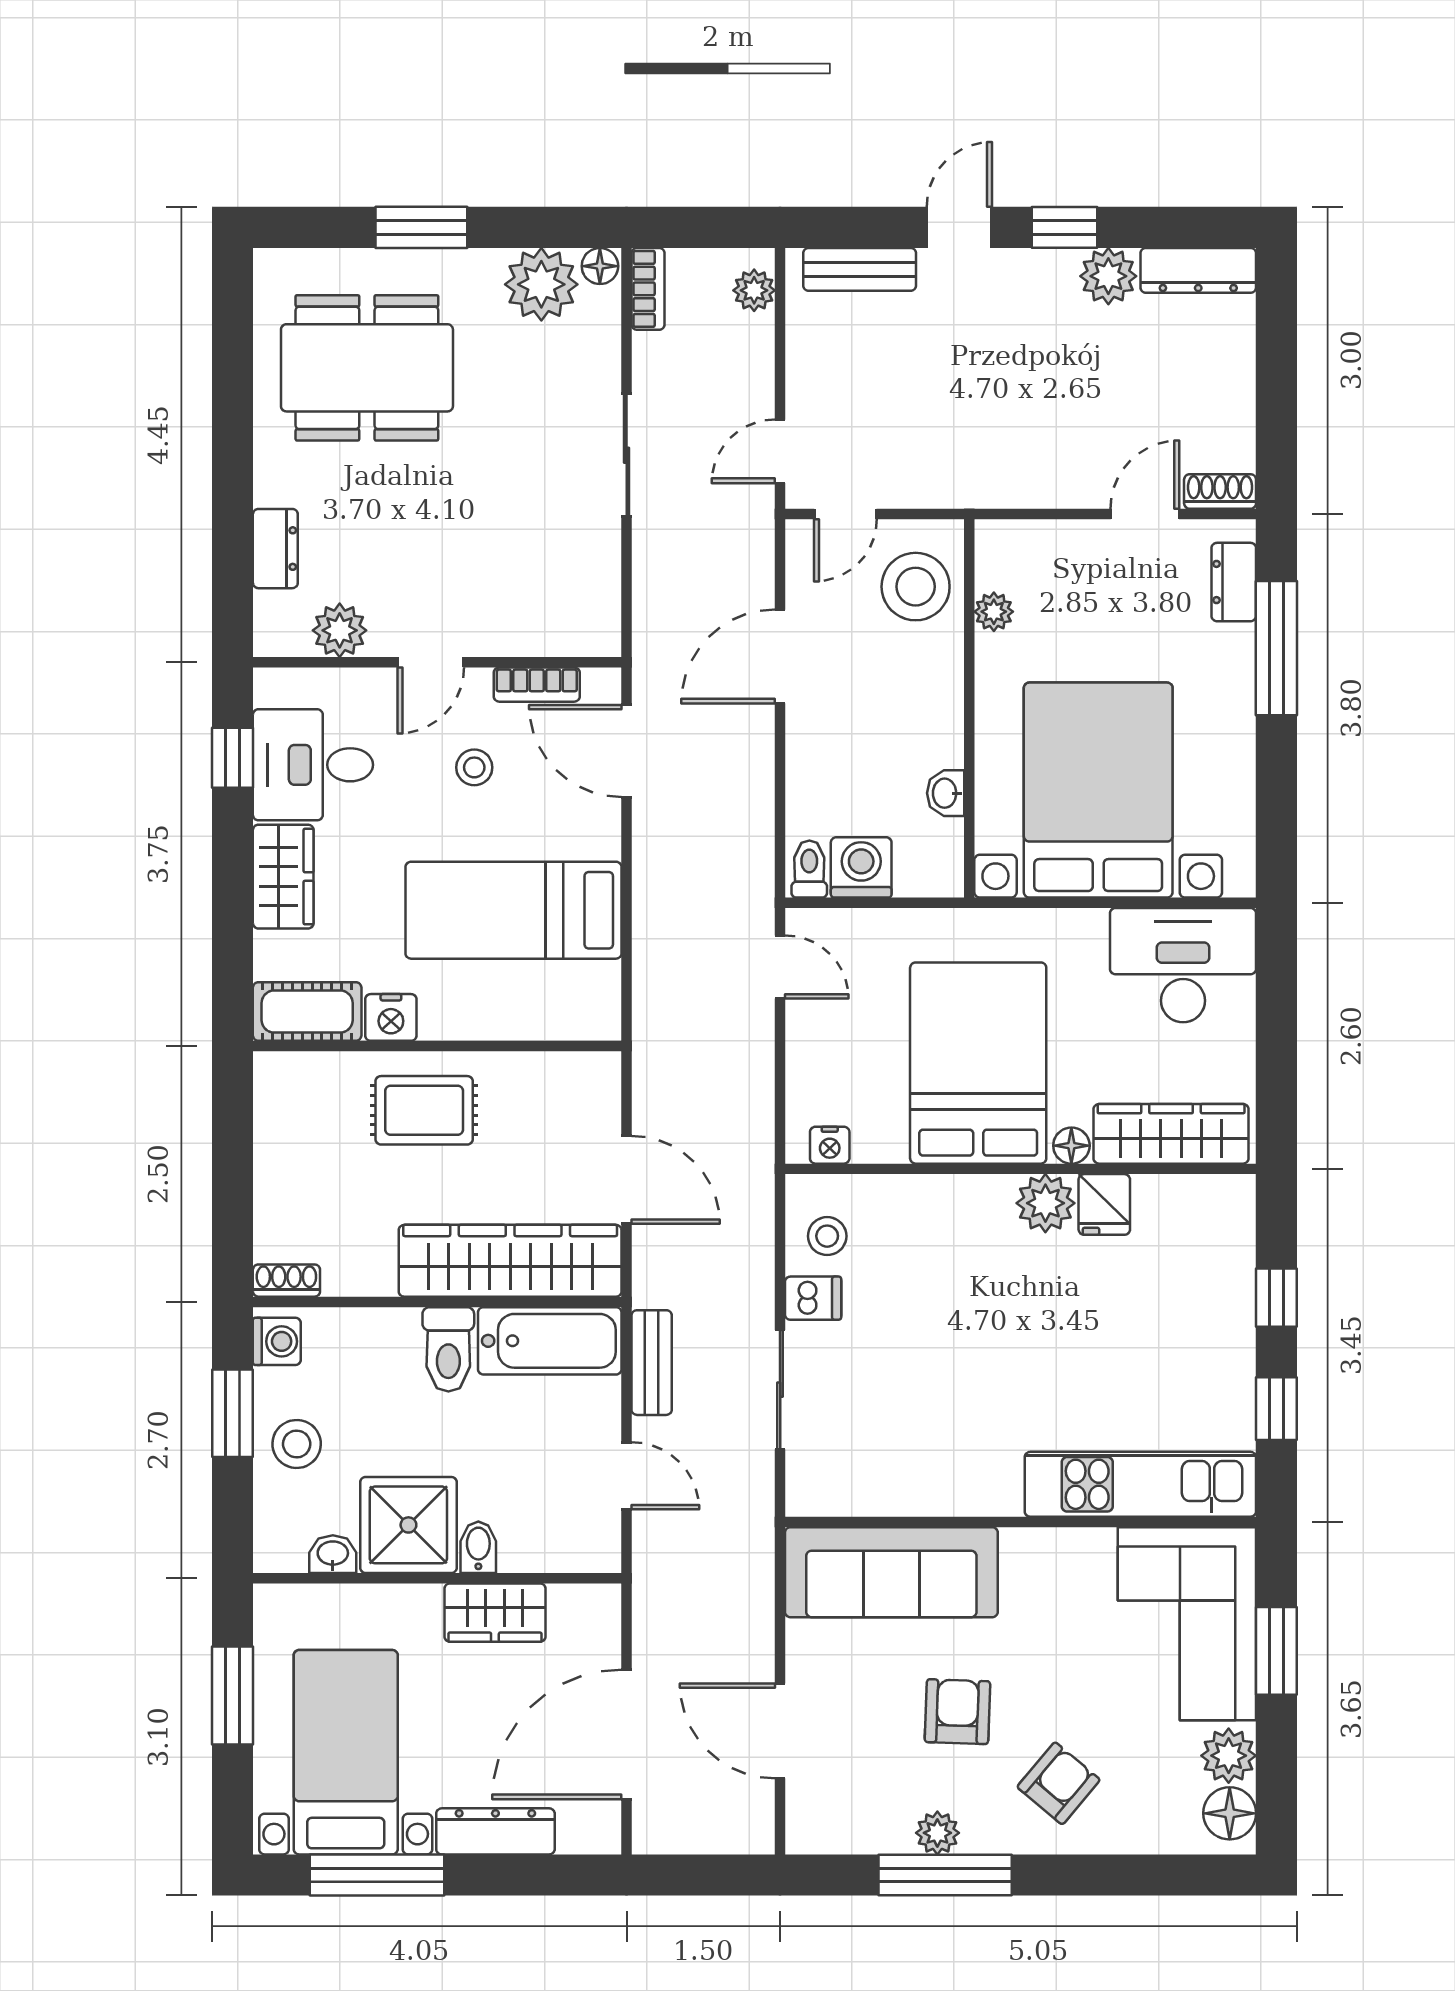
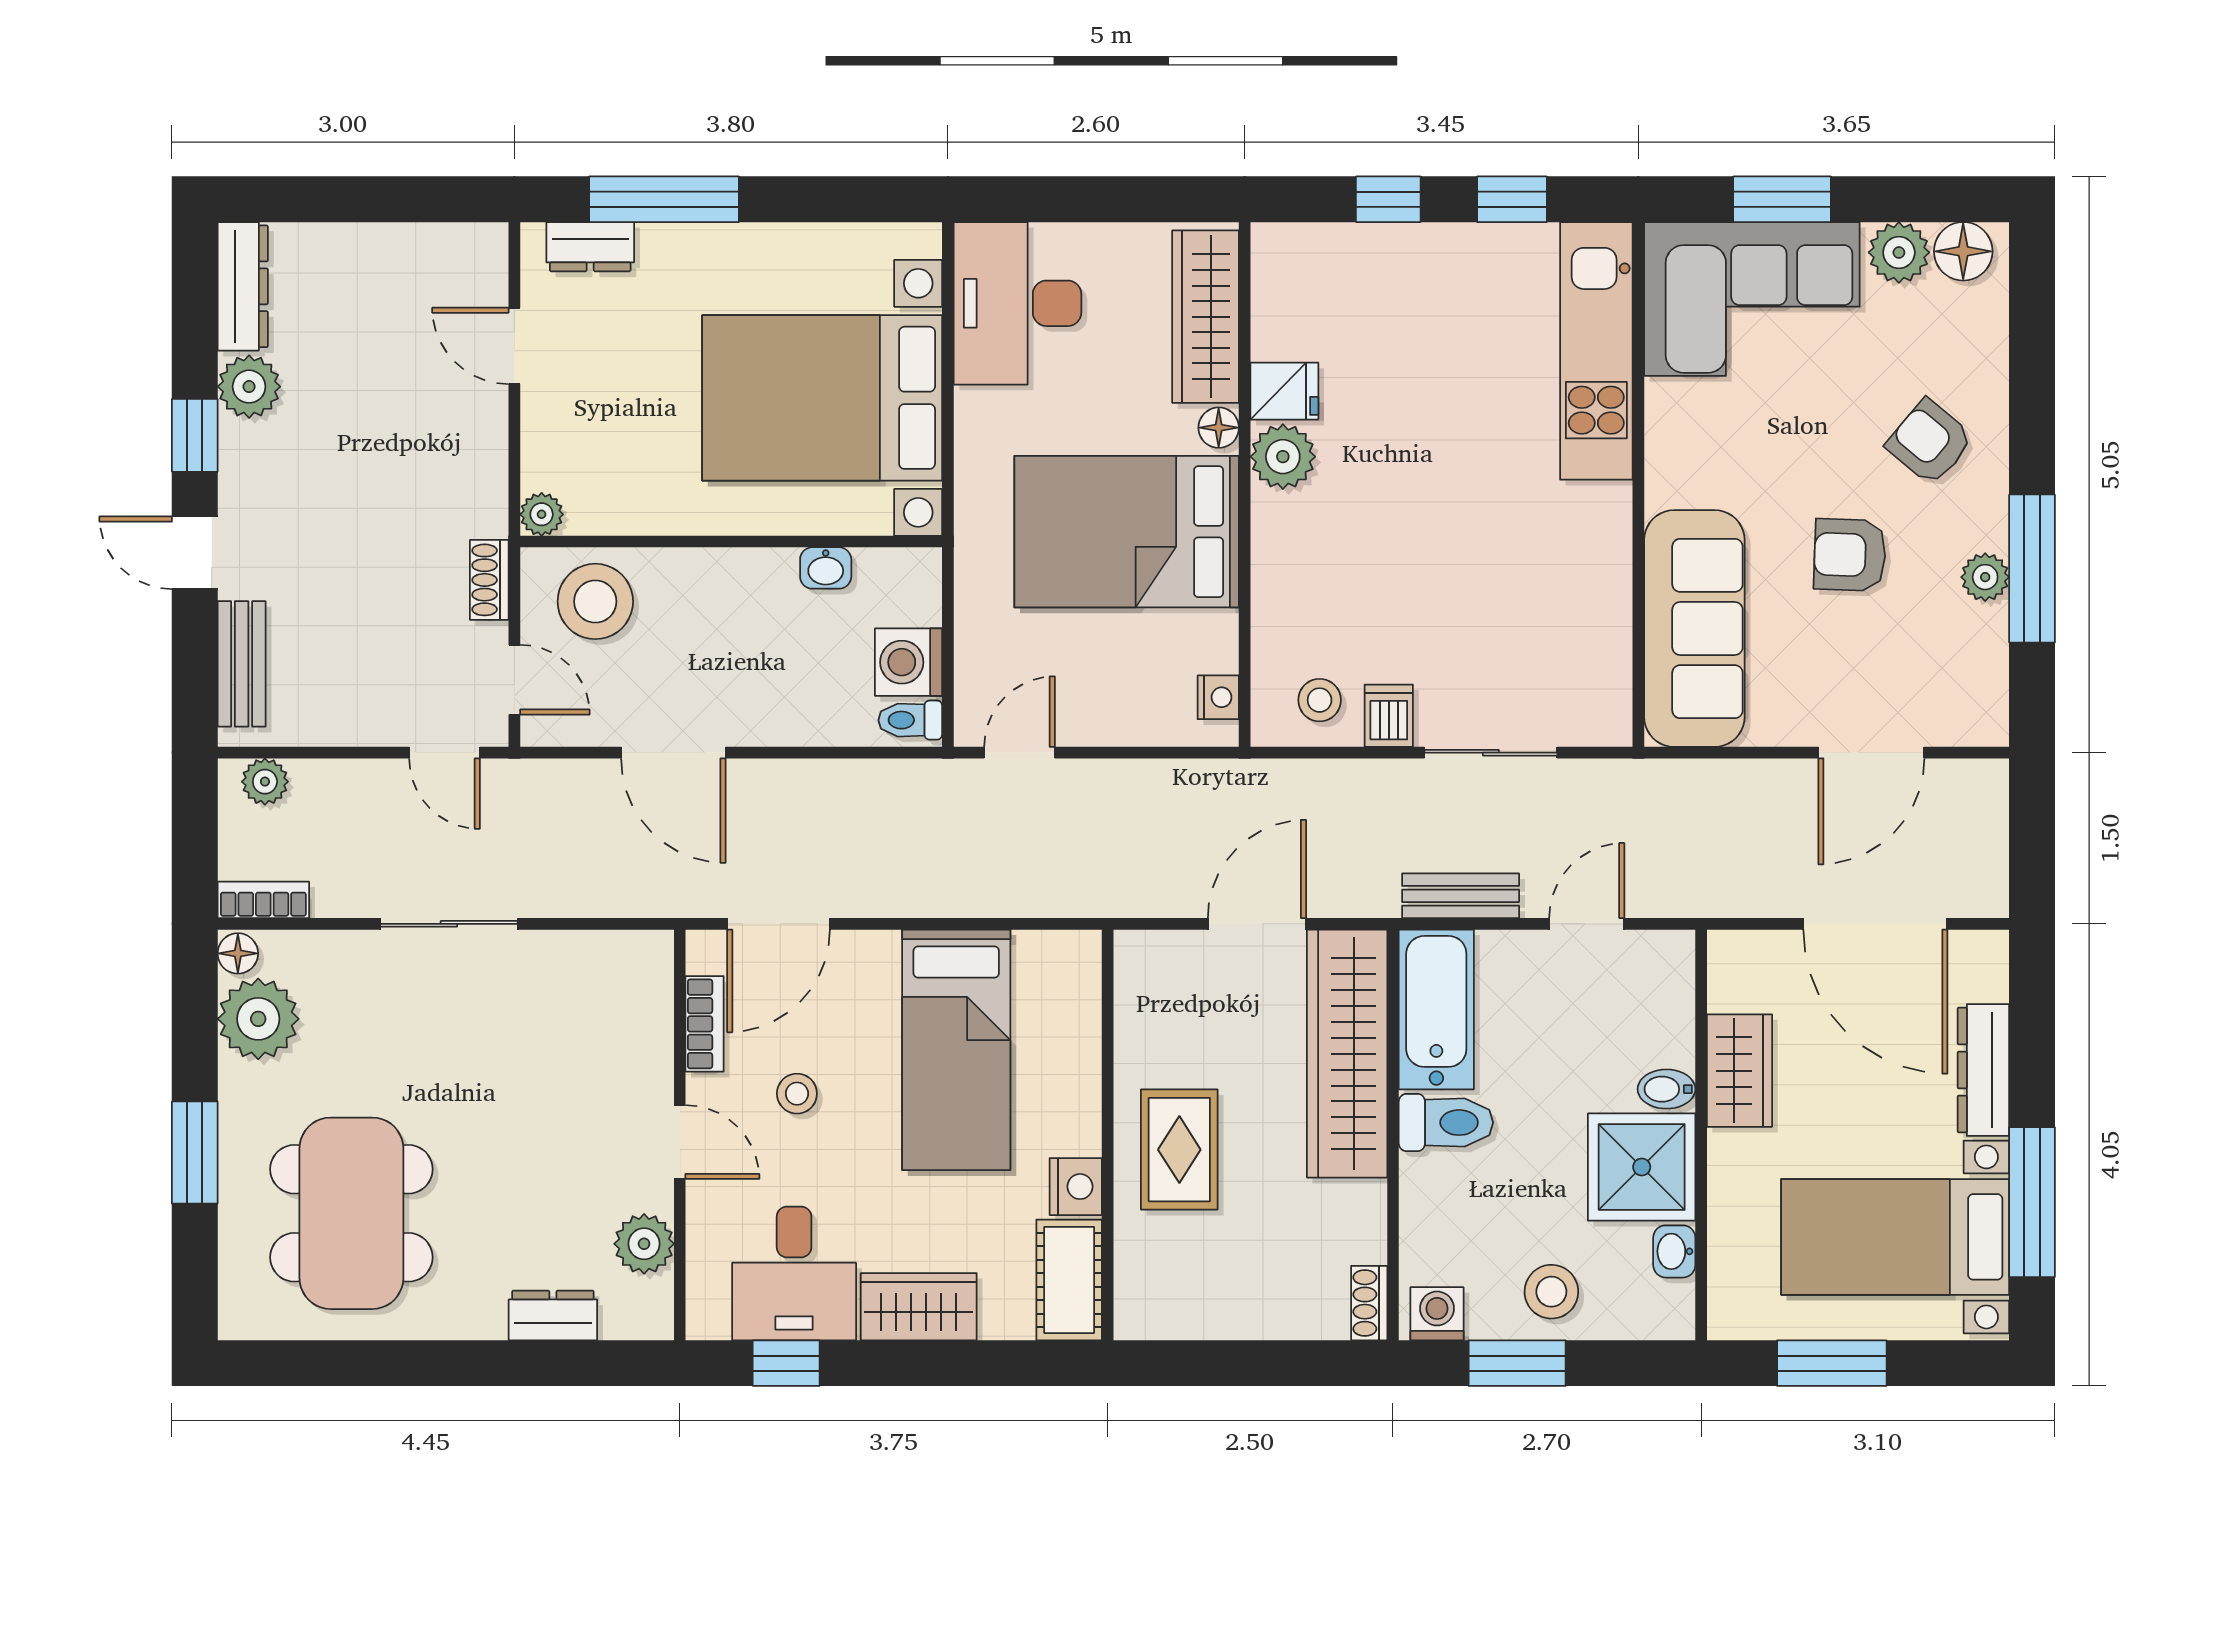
shoe rack: (1220, 491) -> (489, 580), moved
plant: (994, 612) -> (542, 514), moved

